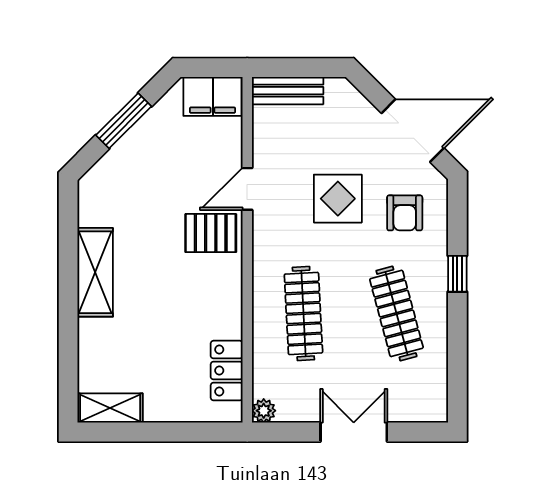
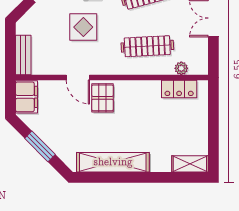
shelving: (95, 272) -> (113, 162), width x1.47
shelving: (110, 408) -> (190, 164), moved, turned 90
plant: (264, 411) -> (181, 68), moved

